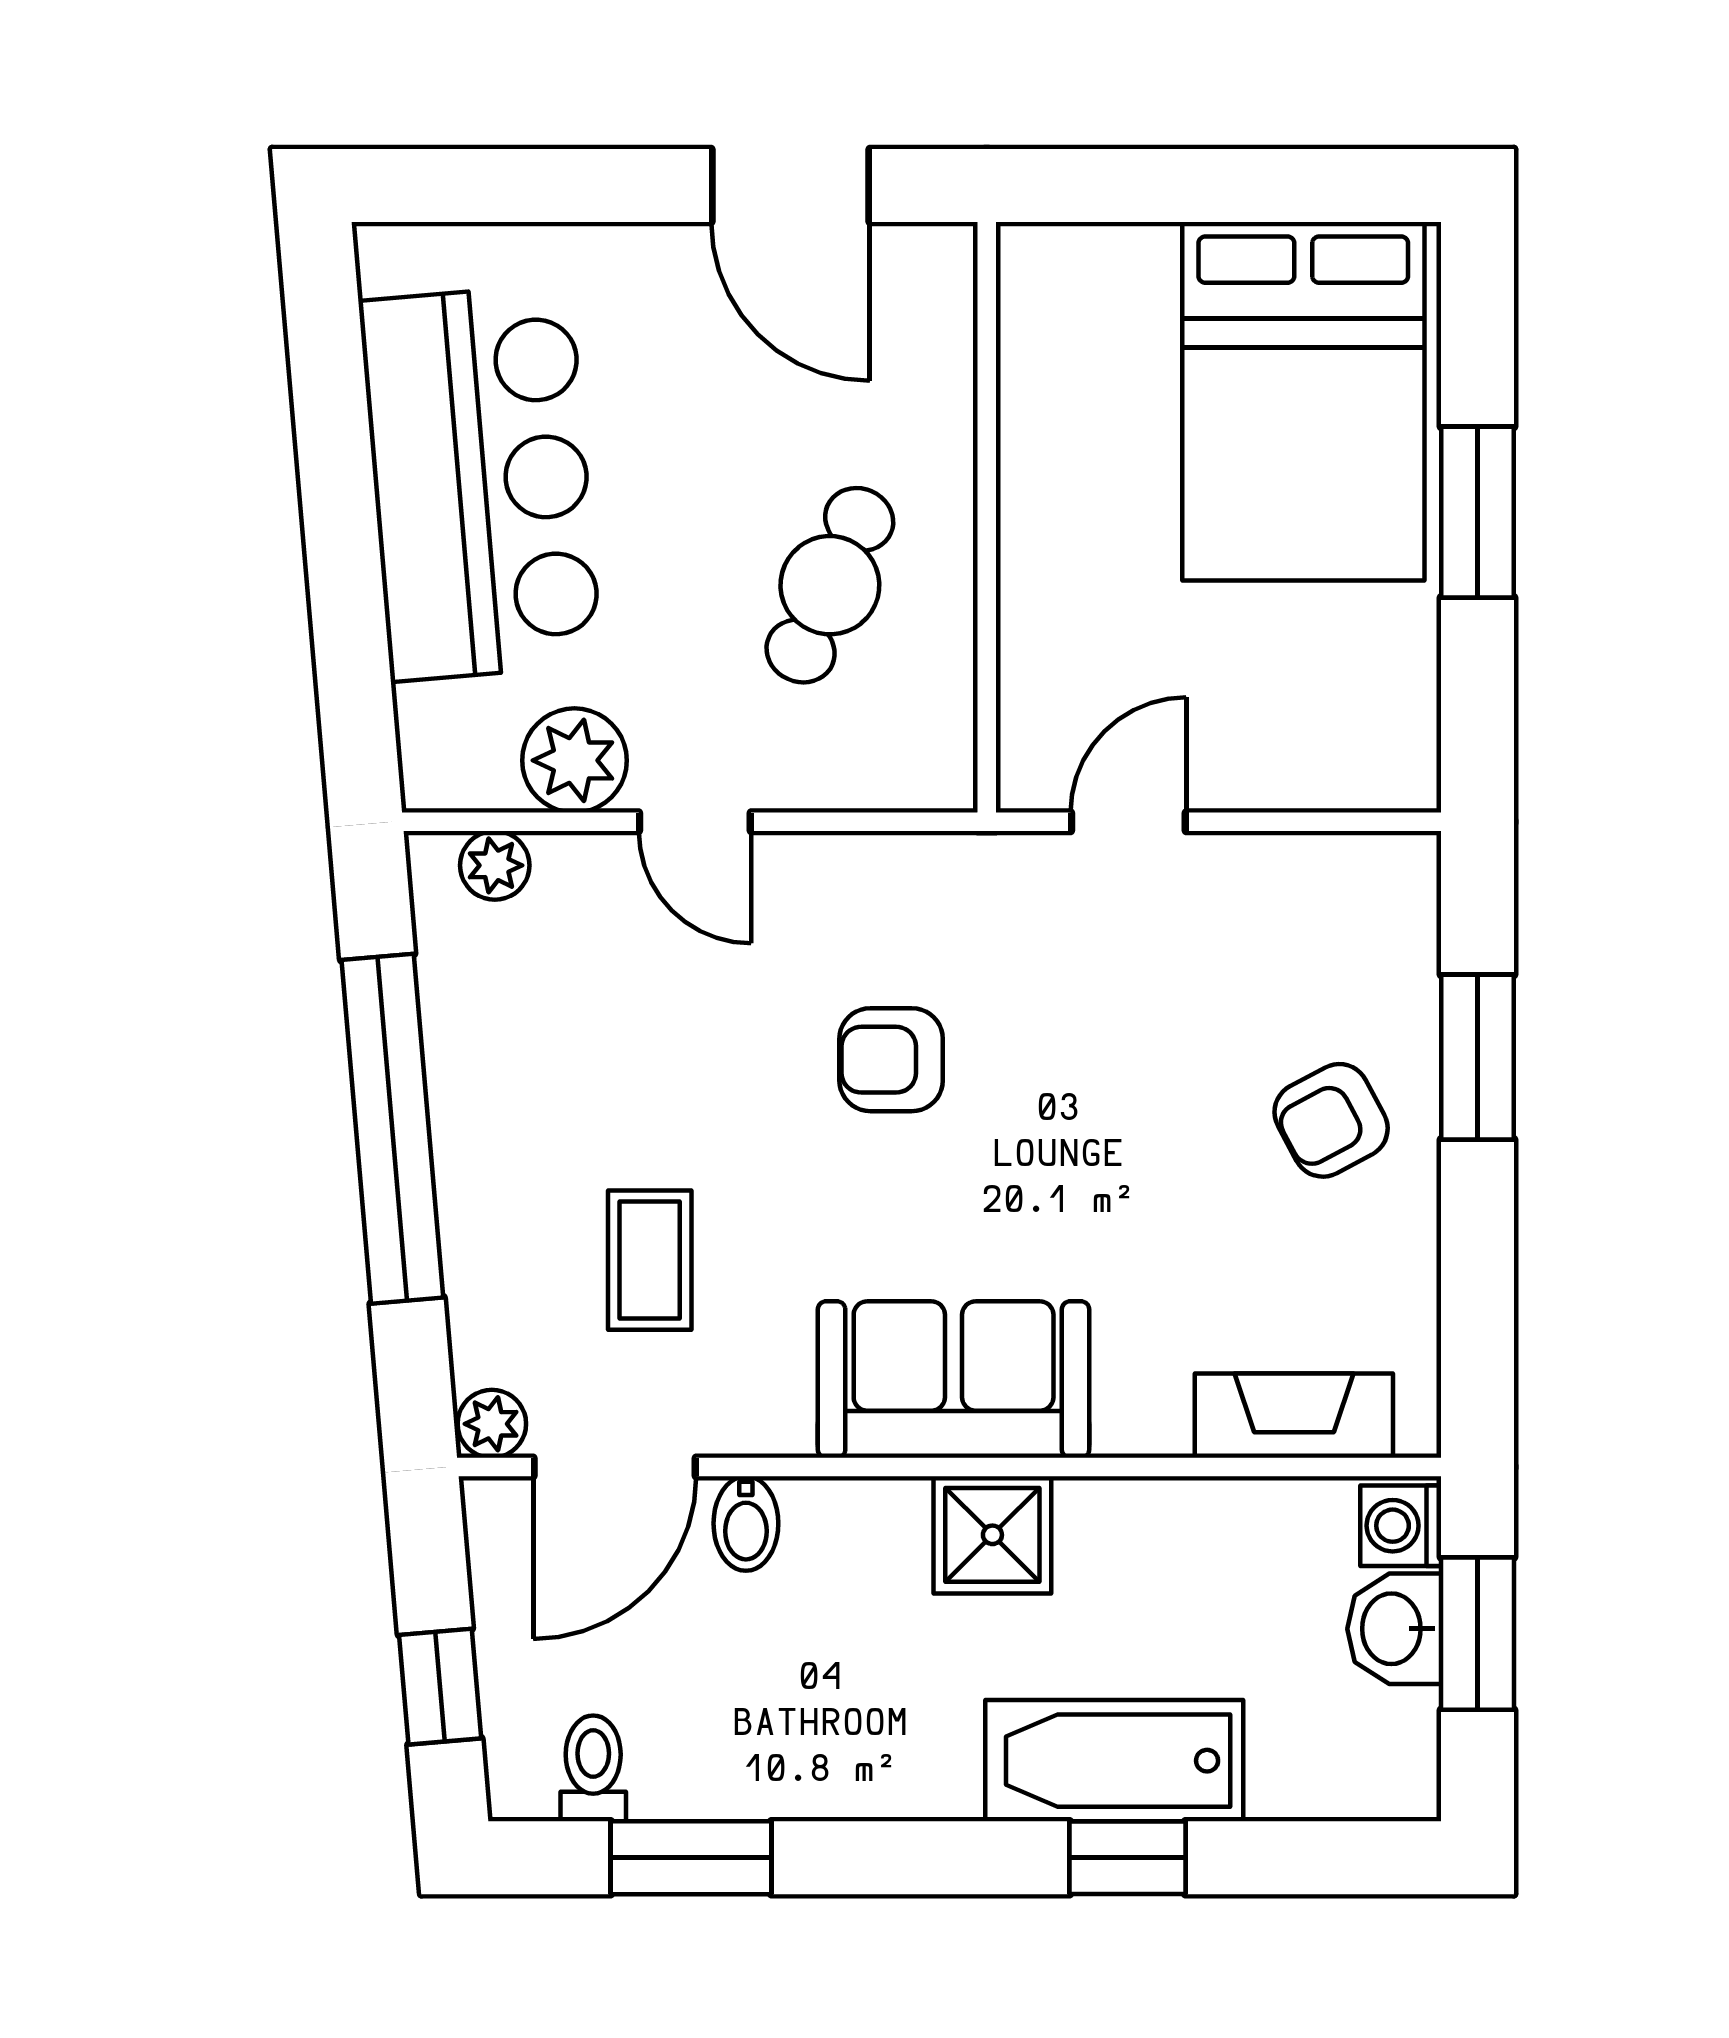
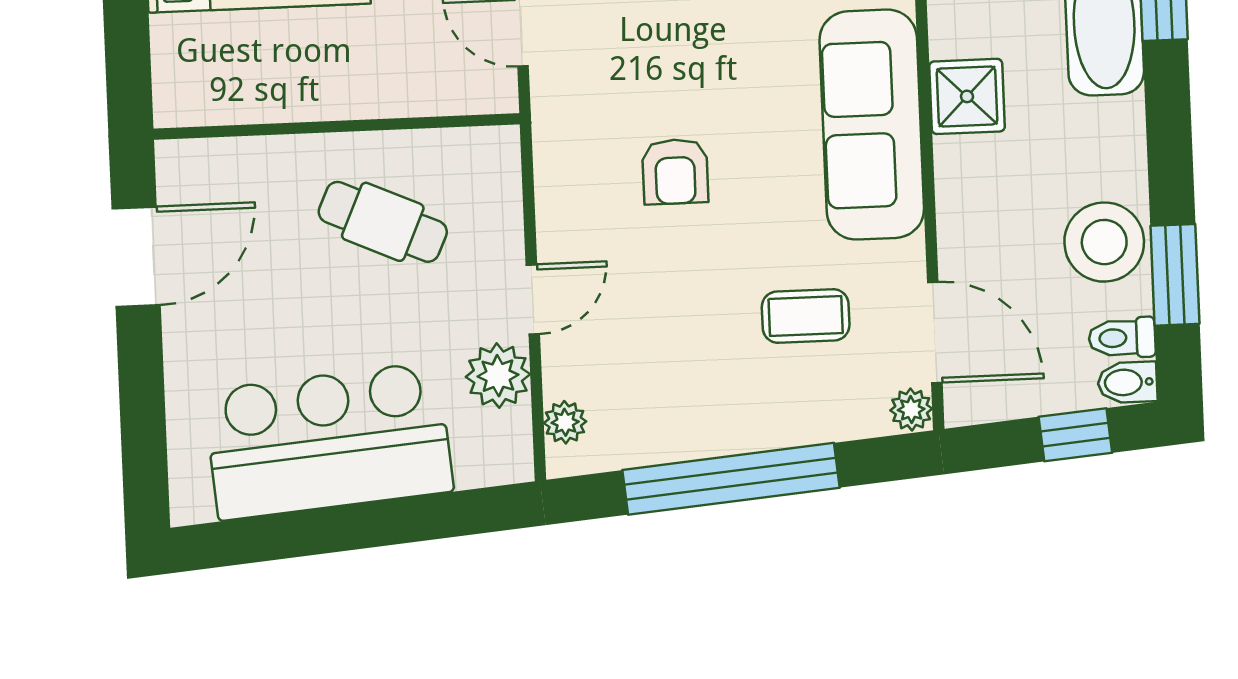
sofa: (954, 1380) -> (872, 125), width x1.36
bidet: (746, 1523) -> (1127, 382), moved, turned 180
stool: (749, 1746) -> (1104, 242), added

